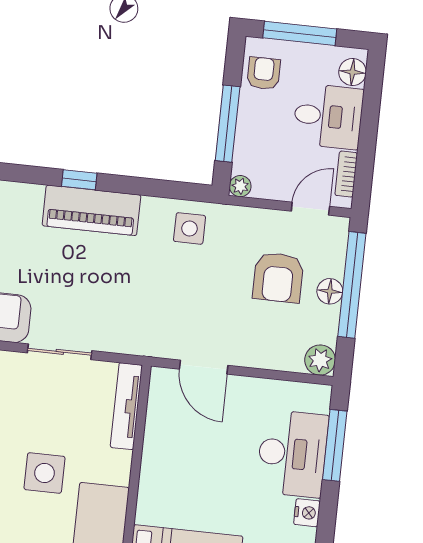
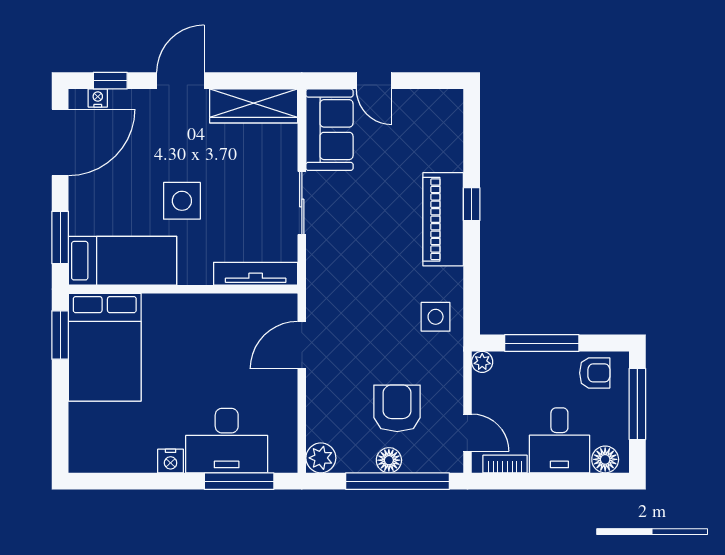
armchair: (278, 277) -> (397, 408), turned 90

